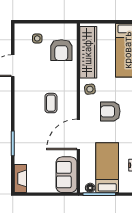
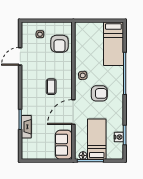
wardrobe: (88, 52) -> (81, 45), removed
armchair: (110, 111) -> (99, 93), turned 180
fireplace: (20, 178) -> (26, 127), moved

